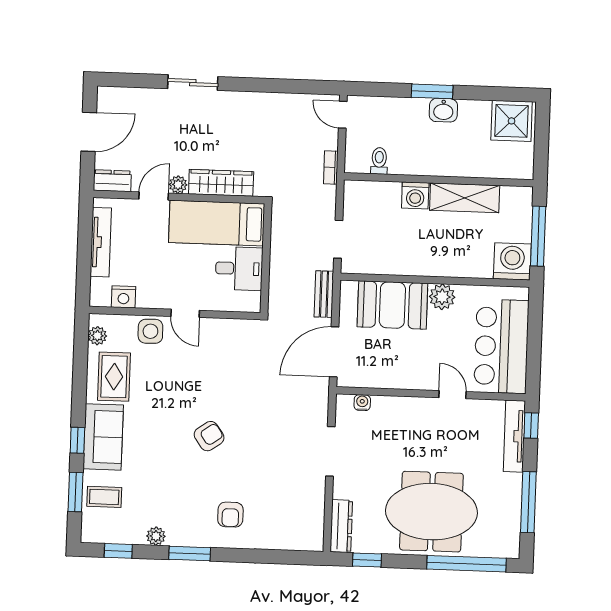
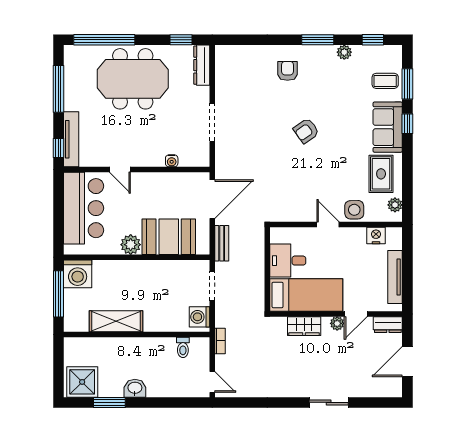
window: (432, 91) -> (109, 402), moved
wardrobe: (221, 183) -> (304, 326), width x0.67
washing machine: (415, 195) -> (199, 317), moved, turned -90
water cooler: (362, 403) -> (172, 161), moved

